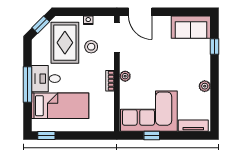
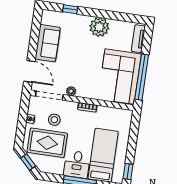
door: (140, 12) -> (29, 71), hinge flipped
sofa: (191, 27) -> (48, 43), moved
plant: (125, 76) -> (71, 91), moved
plant: (205, 86) -> (99, 27), width x1.88, depth x1.88
window: (152, 136) -> (142, 77), width x3.17

